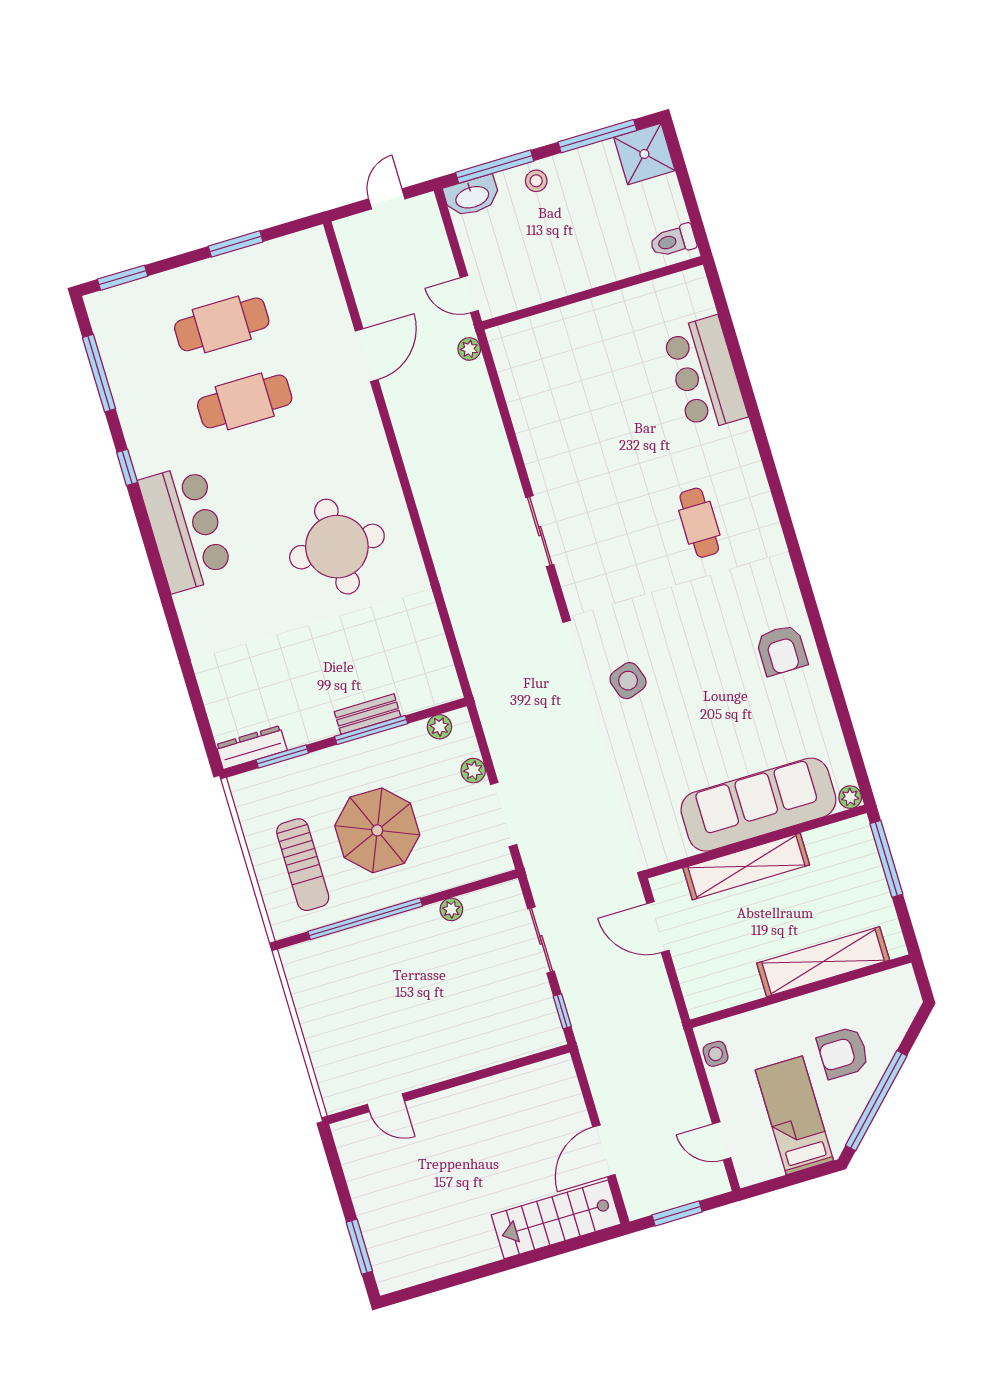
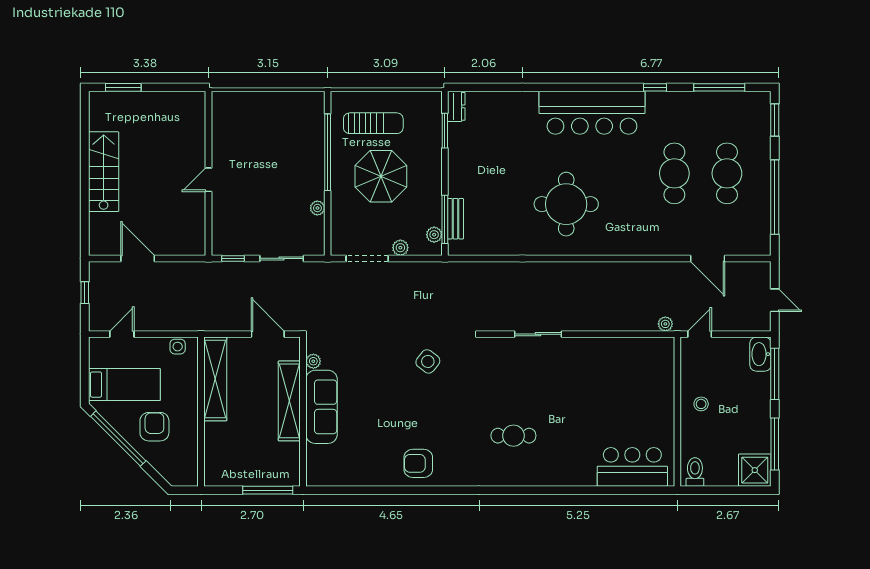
stool: (536, 181) -> (701, 404), moved
window: (236, 244) -> (775, 197), width x2.11
door: (367, 355) -> (708, 258), moved
bar counter: (705, 374) -> (632, 467), moved
bar counter: (186, 528) -> (592, 113), width x1.36
side table: (628, 681) -> (428, 361), turned -33
bench: (368, 714) -> (455, 219), moved
window: (371, 730) -> (445, 219), moved
dresser: (252, 747) -> (456, 106), width x0.70
plant: (850, 797) -> (313, 361), moved
sofa: (758, 805) -> (322, 407), width x0.74, depth x0.79
sun lounger: (303, 865) -> (373, 123), turned 180
door: (658, 927) -> (268, 334), hinge flipped
shelving: (823, 962) -> (215, 379), moved
door: (386, 1103) -> (209, 180), moved
window: (677, 1213) -> (85, 293), width x0.67
stairs: (556, 1219) -> (104, 172), moved

